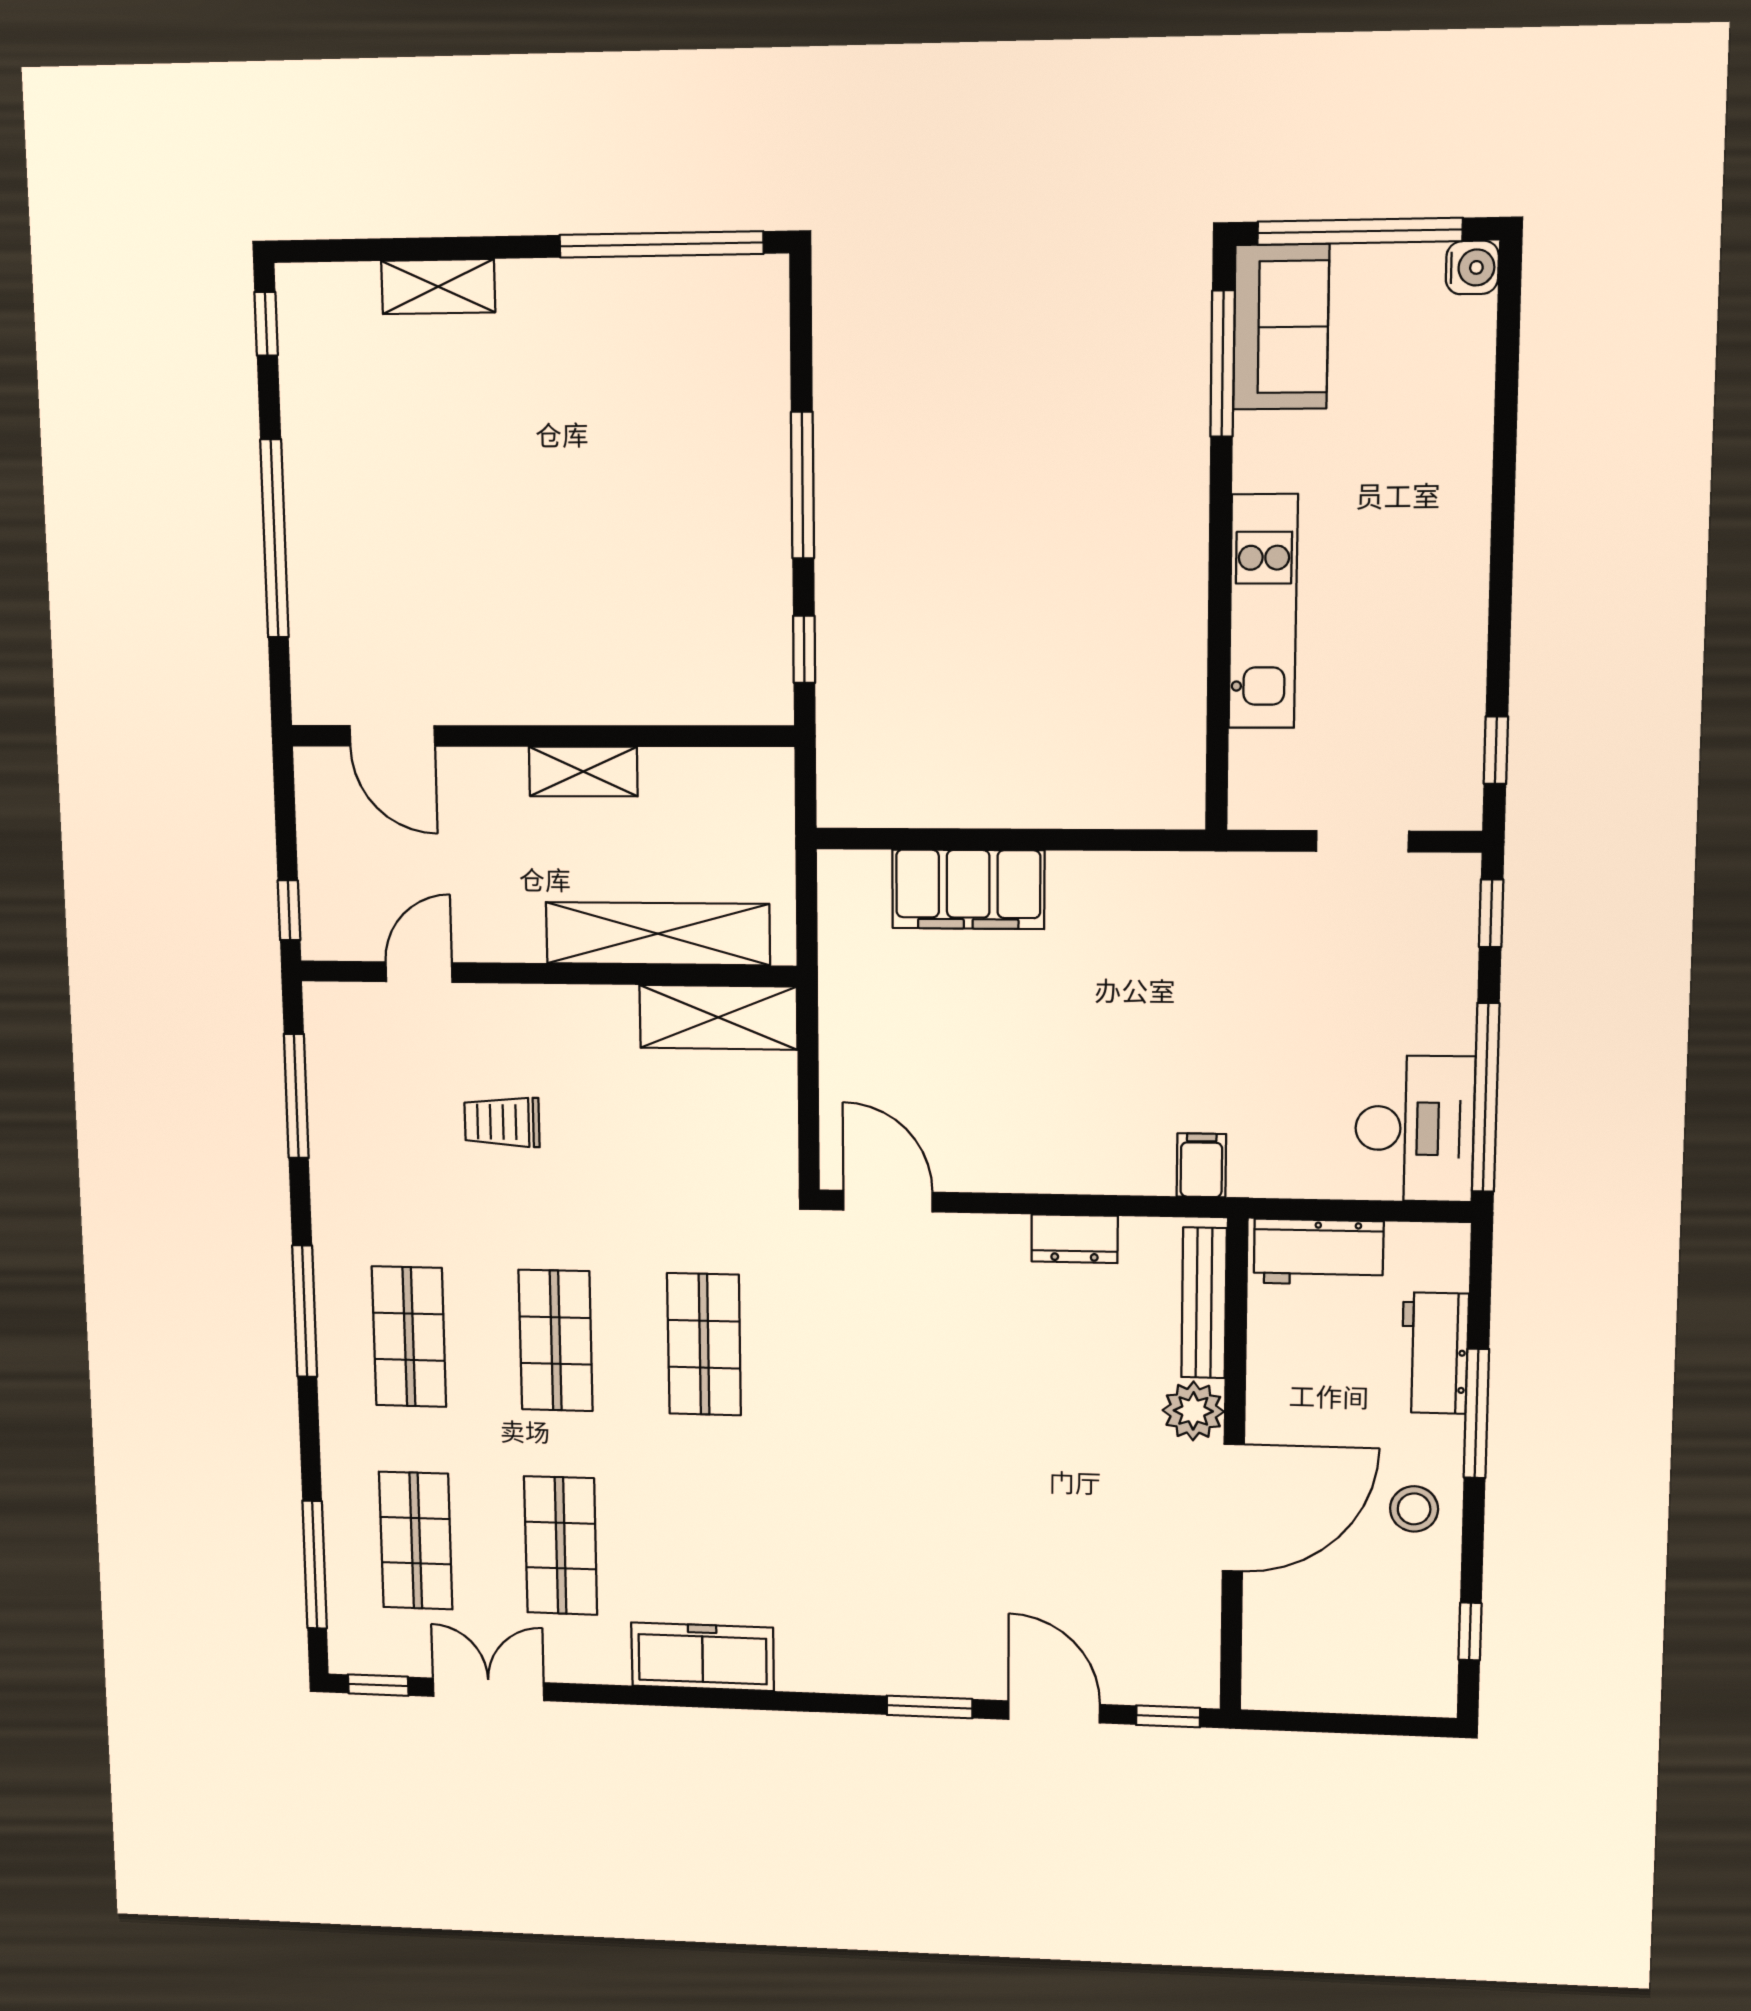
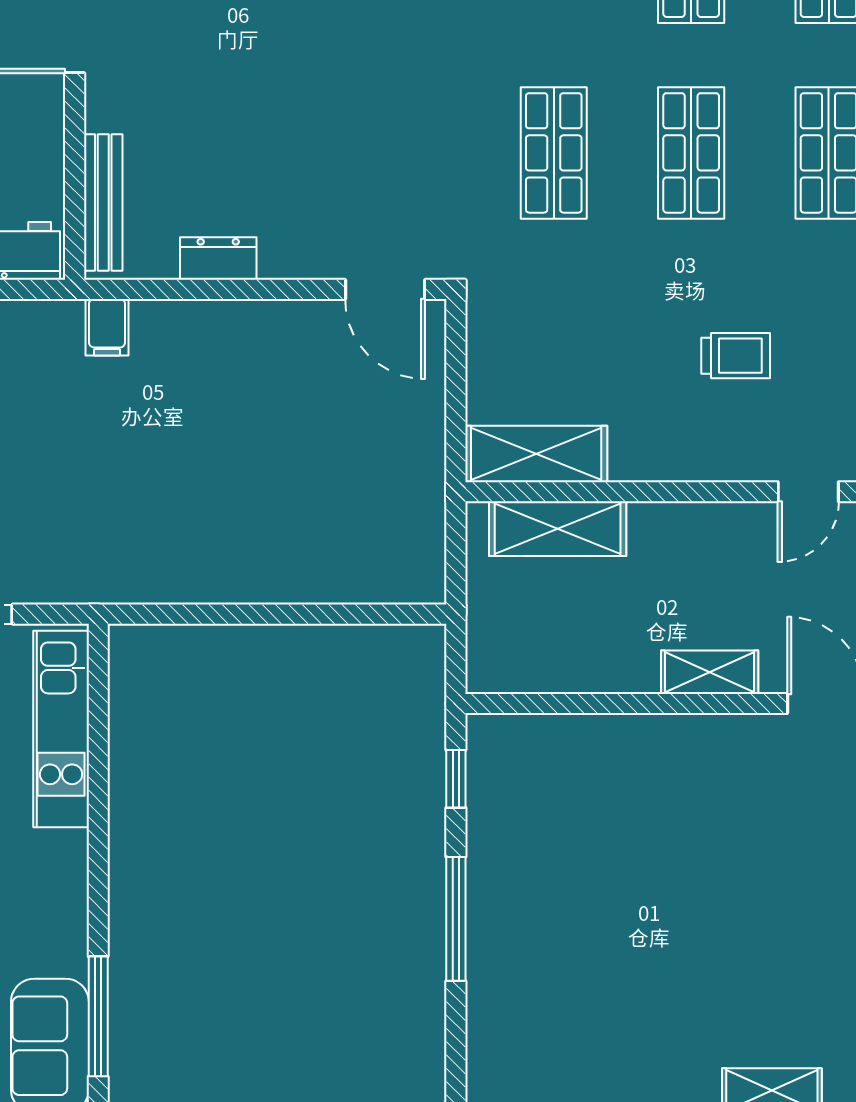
kitchen unit: (1263, 612) -> (61, 729), moved
shelving: (583, 772) -> (710, 672), moved
filing cabinet: (968, 889) -> (313, 570), removed
shelving: (658, 934) -> (558, 529), width x0.68
plant: (1193, 1411) -> (111, 103), removed

